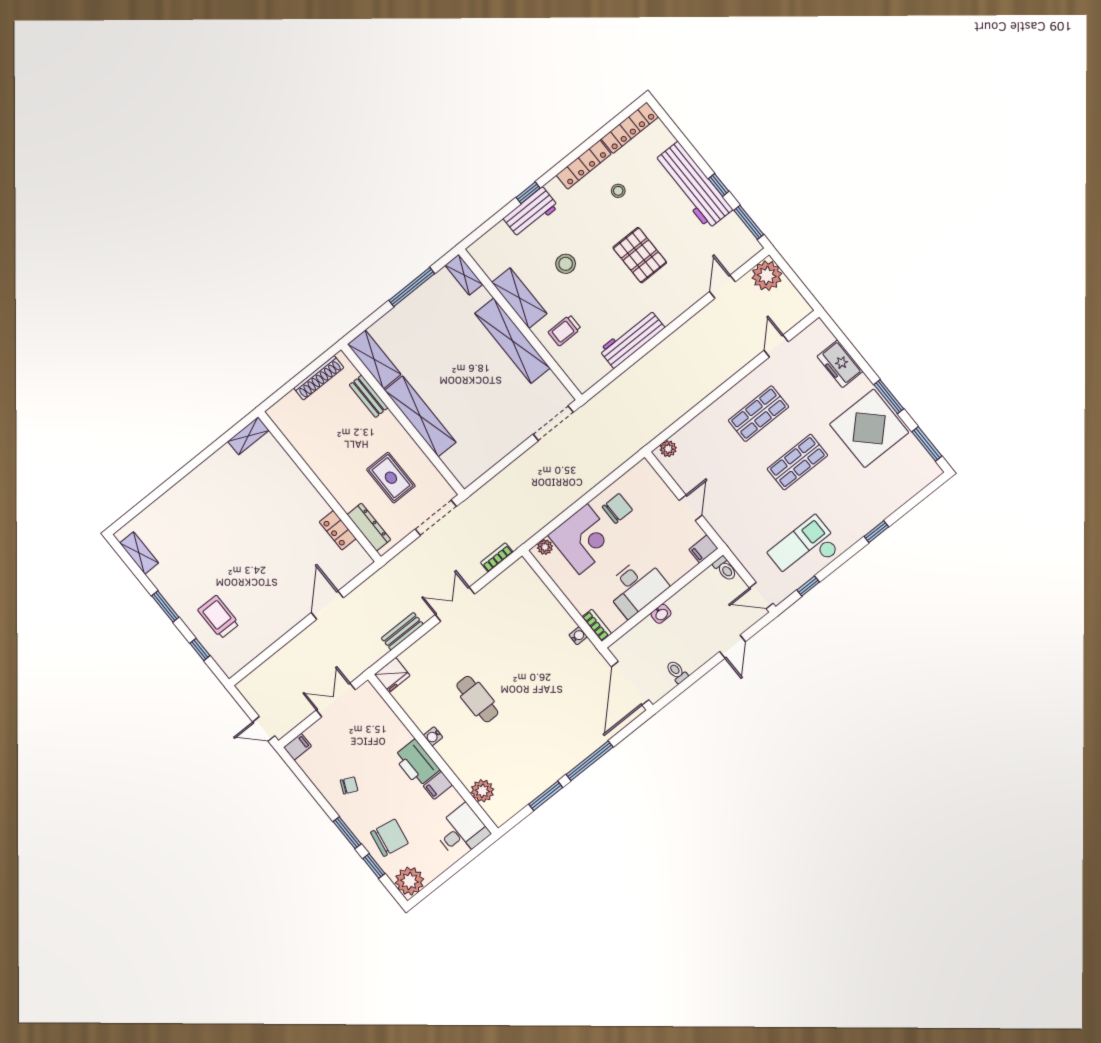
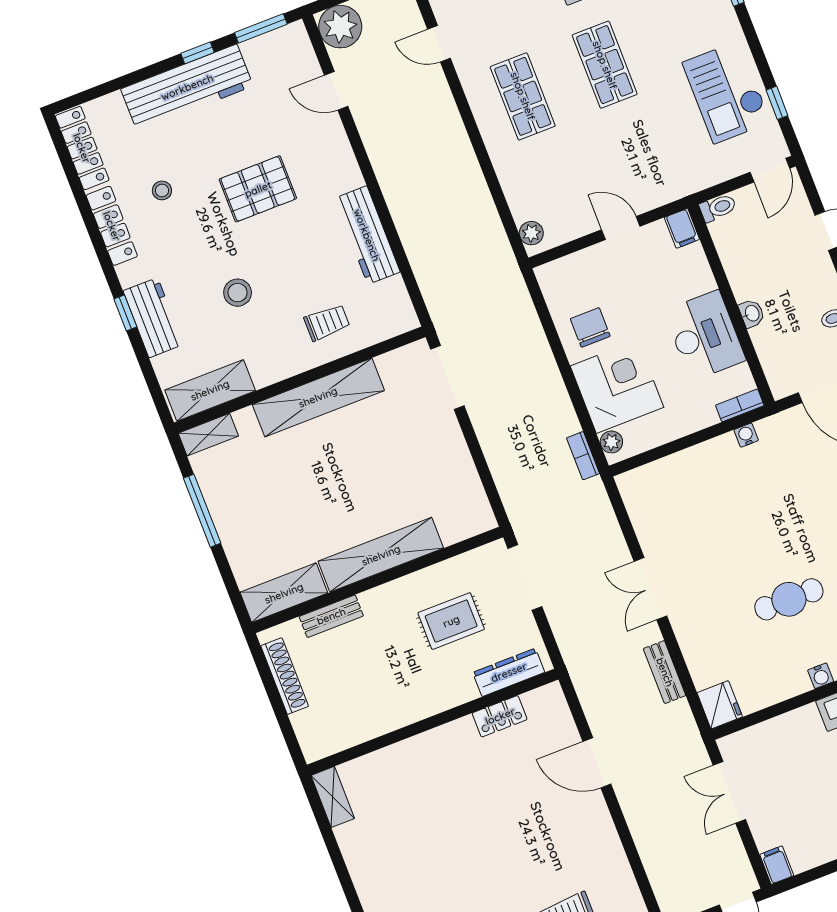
shelving: (519, 298) -> (210, 390), moved
trolley: (565, 330) -> (327, 322), turned -90
bookcase: (497, 557) -> (583, 456), moved

